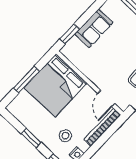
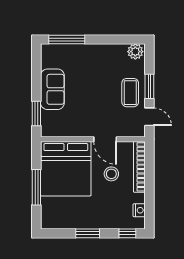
door: (106, 99) -> (105, 139), moved
stool: (65, 136) -> (111, 174), moved

